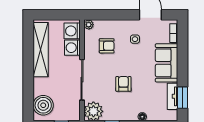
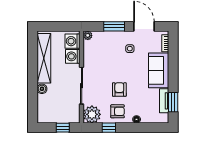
window: (118, 15) -> (114, 26), added
armchair: (107, 46) -> (118, 111), moved
boiler: (43, 105) -> (42, 89), moved, width x0.54, depth x0.54

